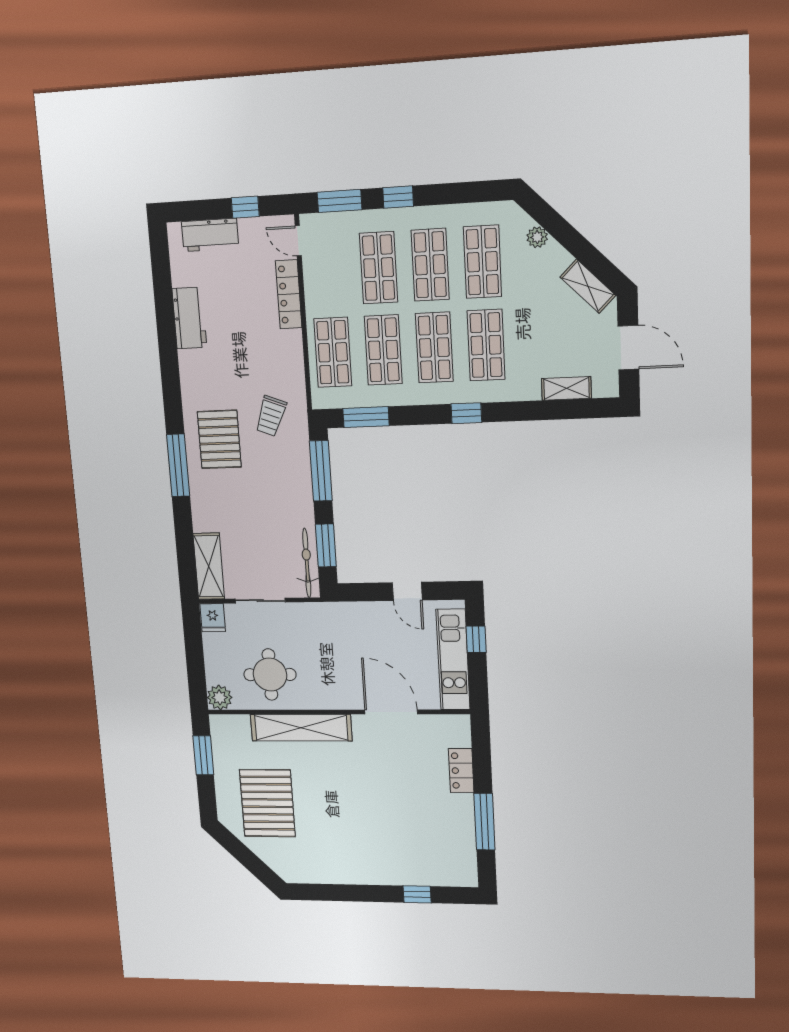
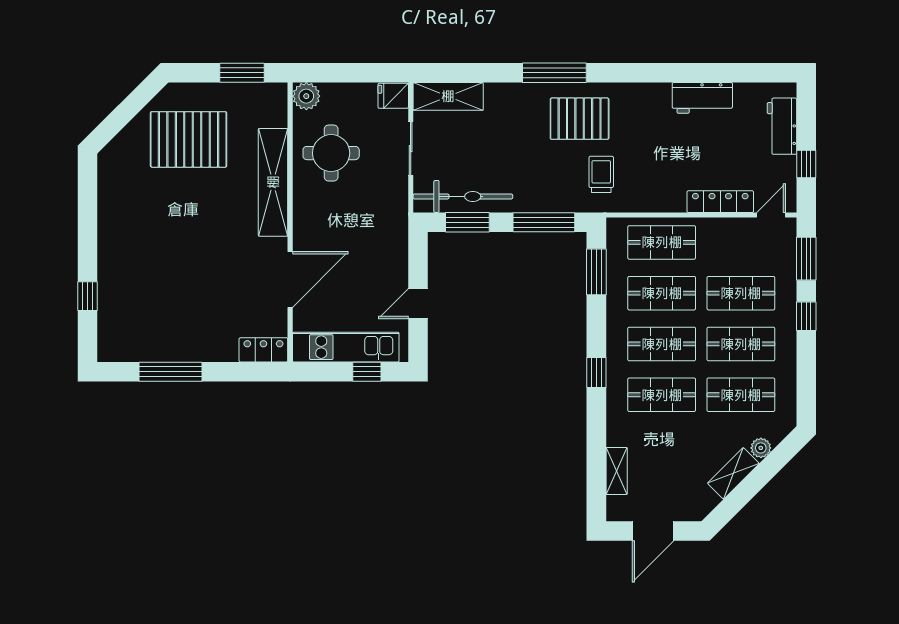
shelving: (588, 286) -> (733, 473), moved
trolley: (271, 416) -> (601, 174), turned 69
bicycle: (307, 563) -> (463, 196), width x1.37, depth x1.40
locker: (461, 771) -> (263, 350), moved

